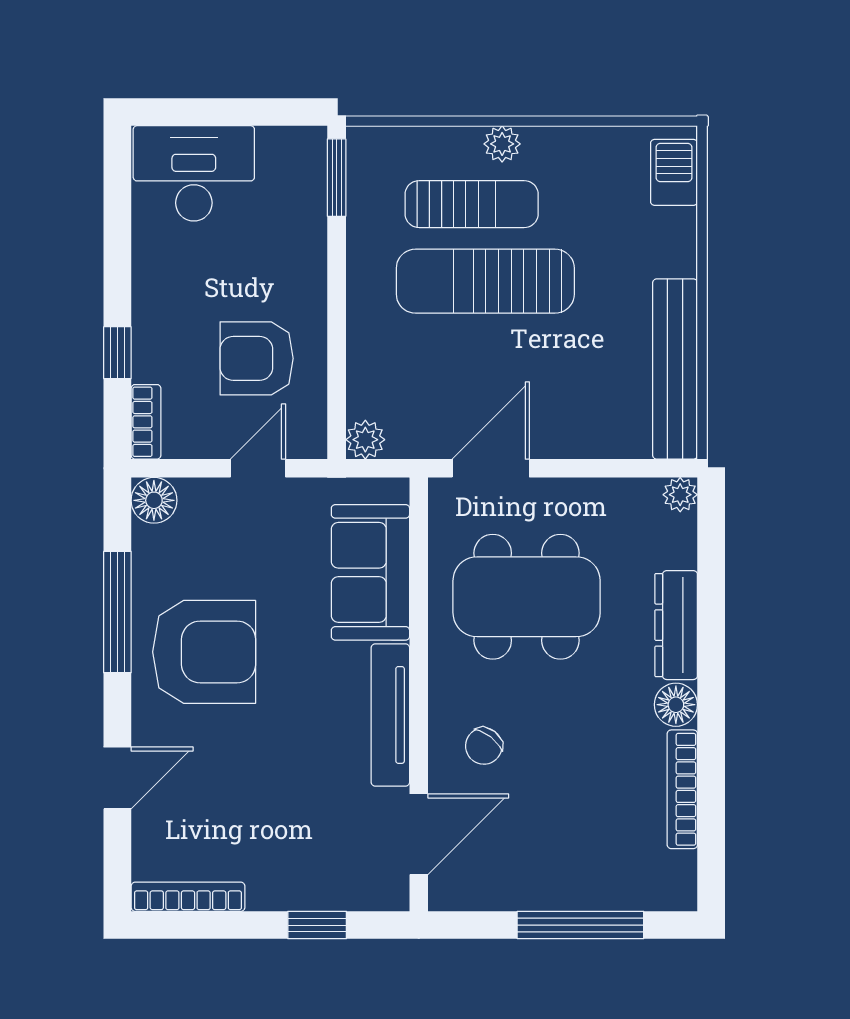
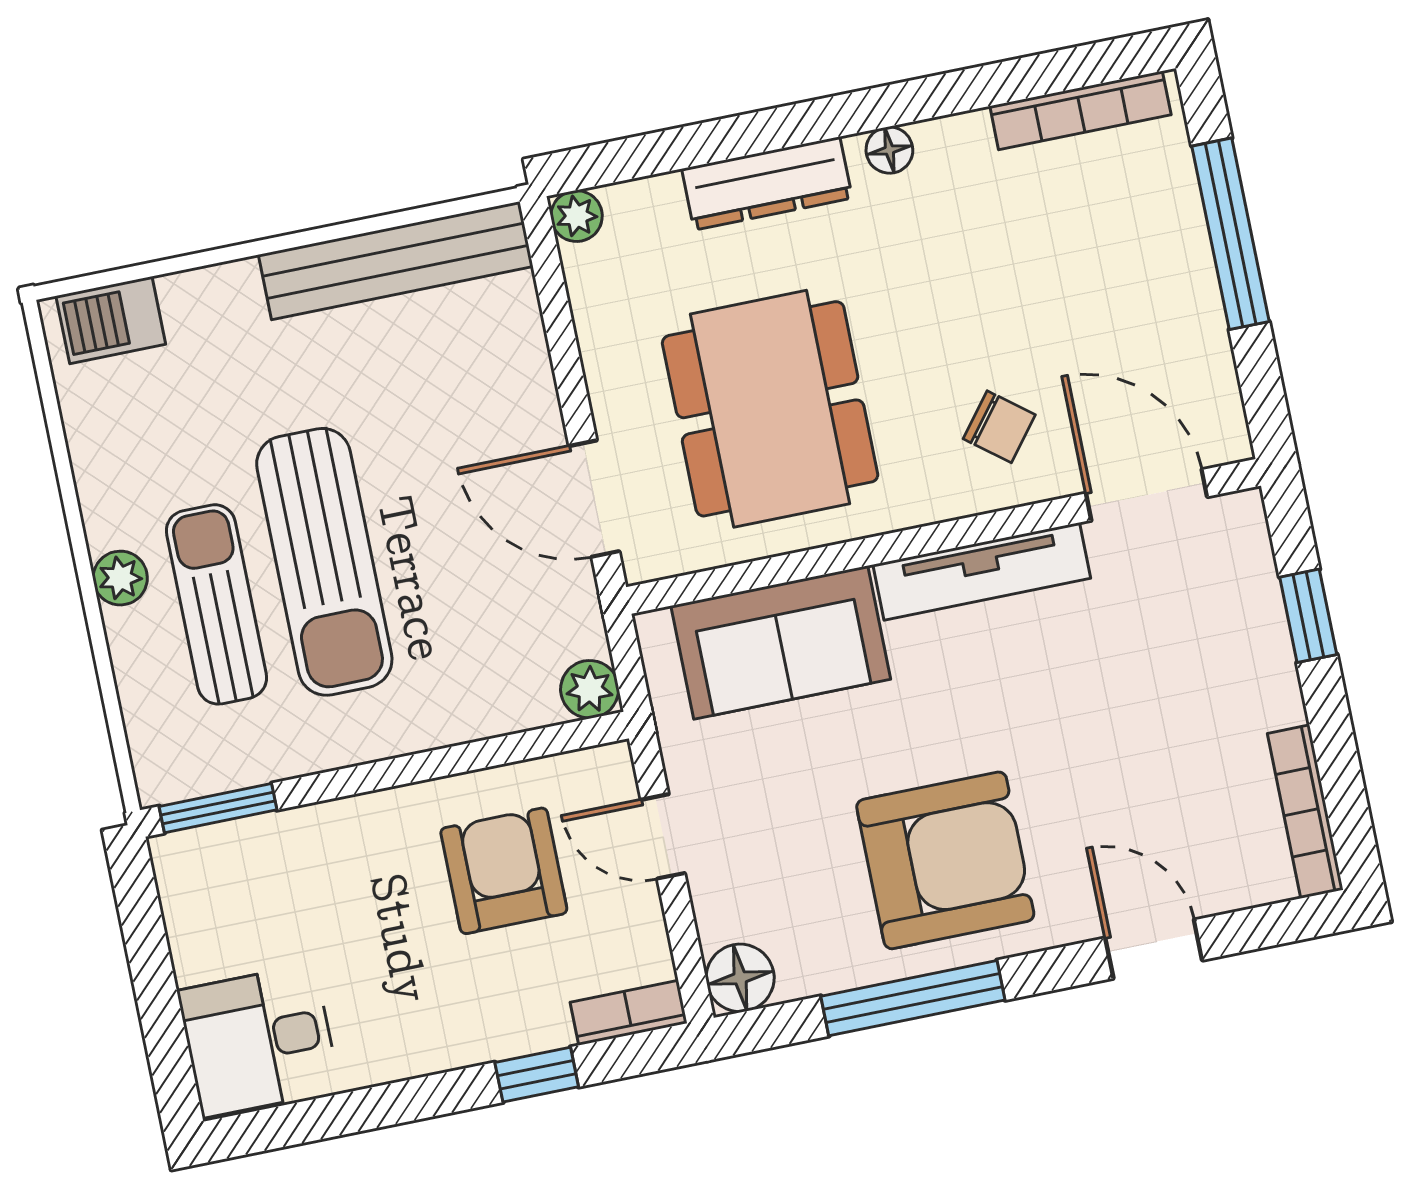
desk: (194, 173) -> (259, 1041), width x0.73
armchair: (257, 358) -> (504, 871), turned 180
armchair: (204, 652) -> (945, 860), turned 90
floor lamp: (676, 705) -> (889, 150), width x0.73, depth x0.73
bookcase: (682, 789) -> (1080, 110), moved

